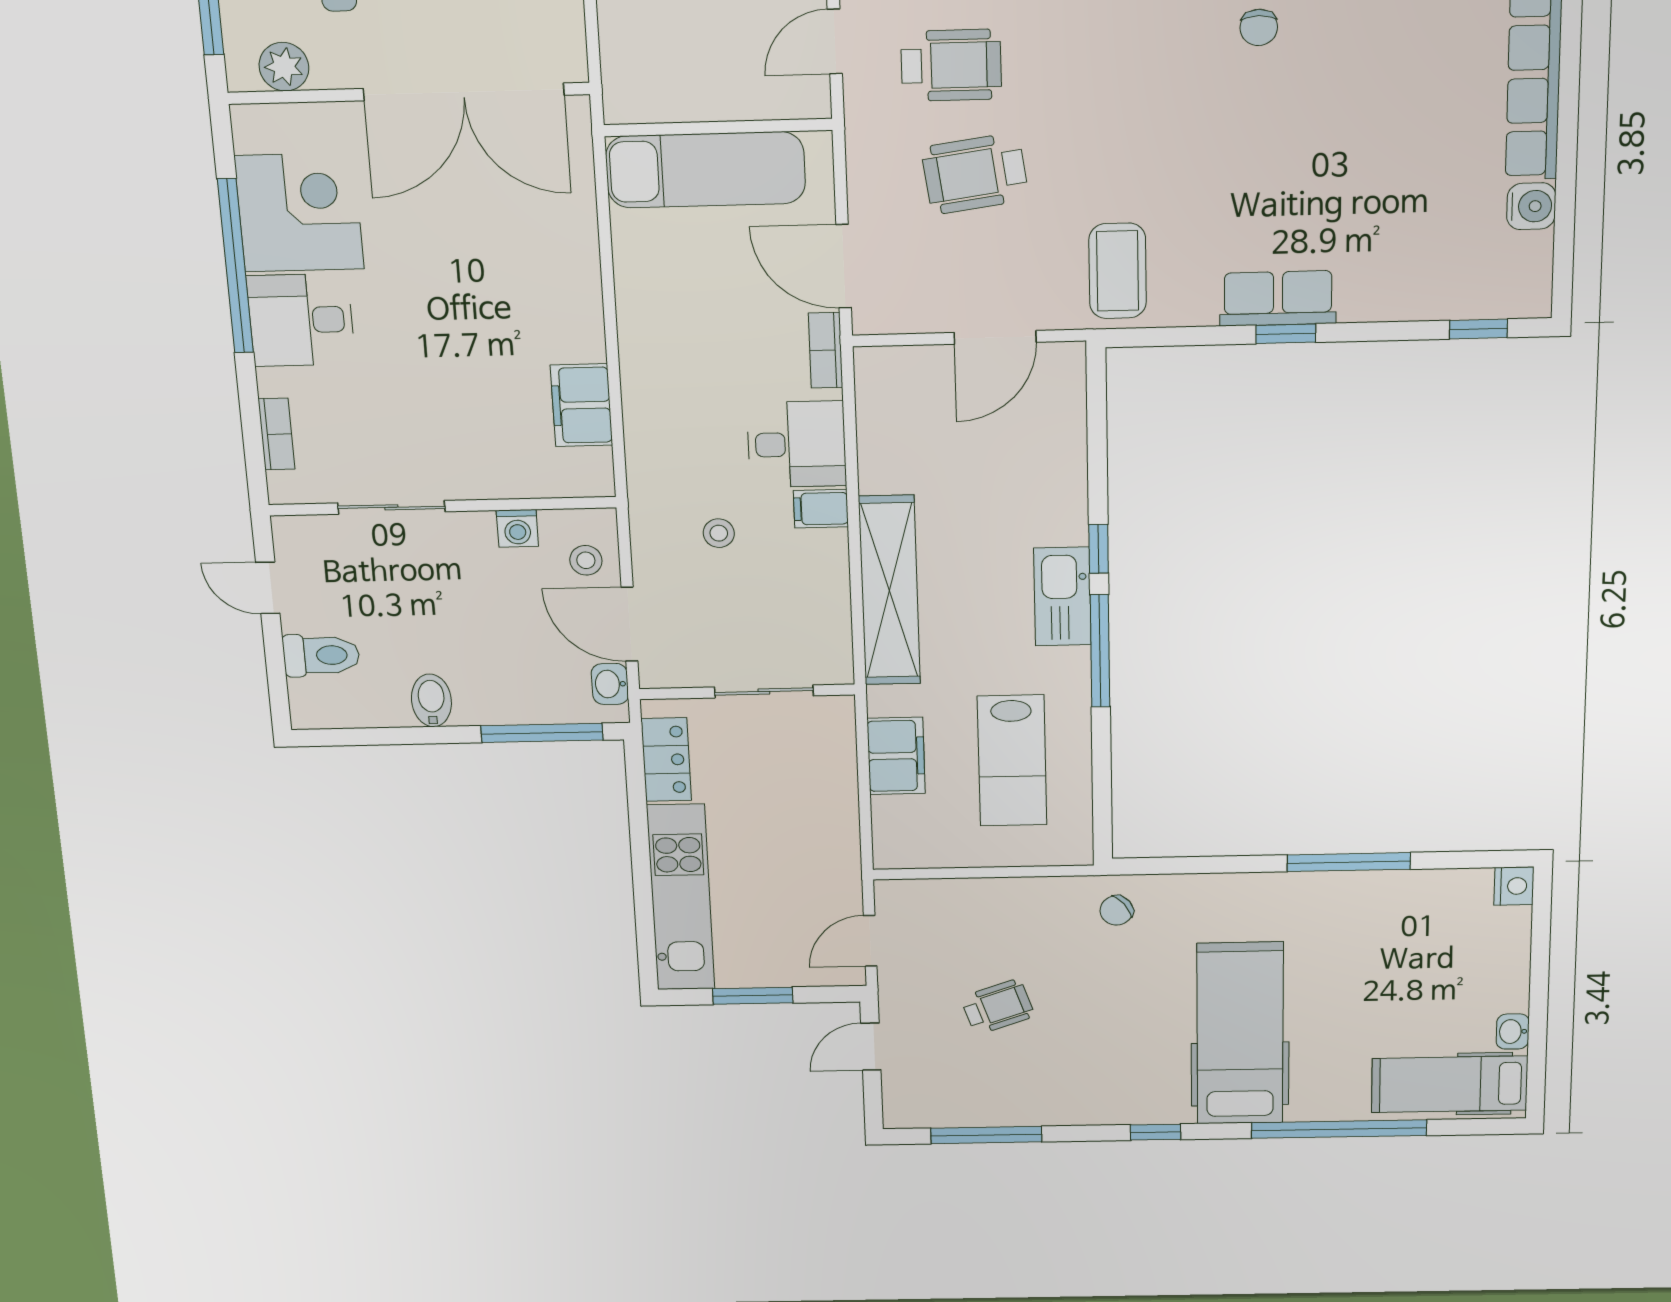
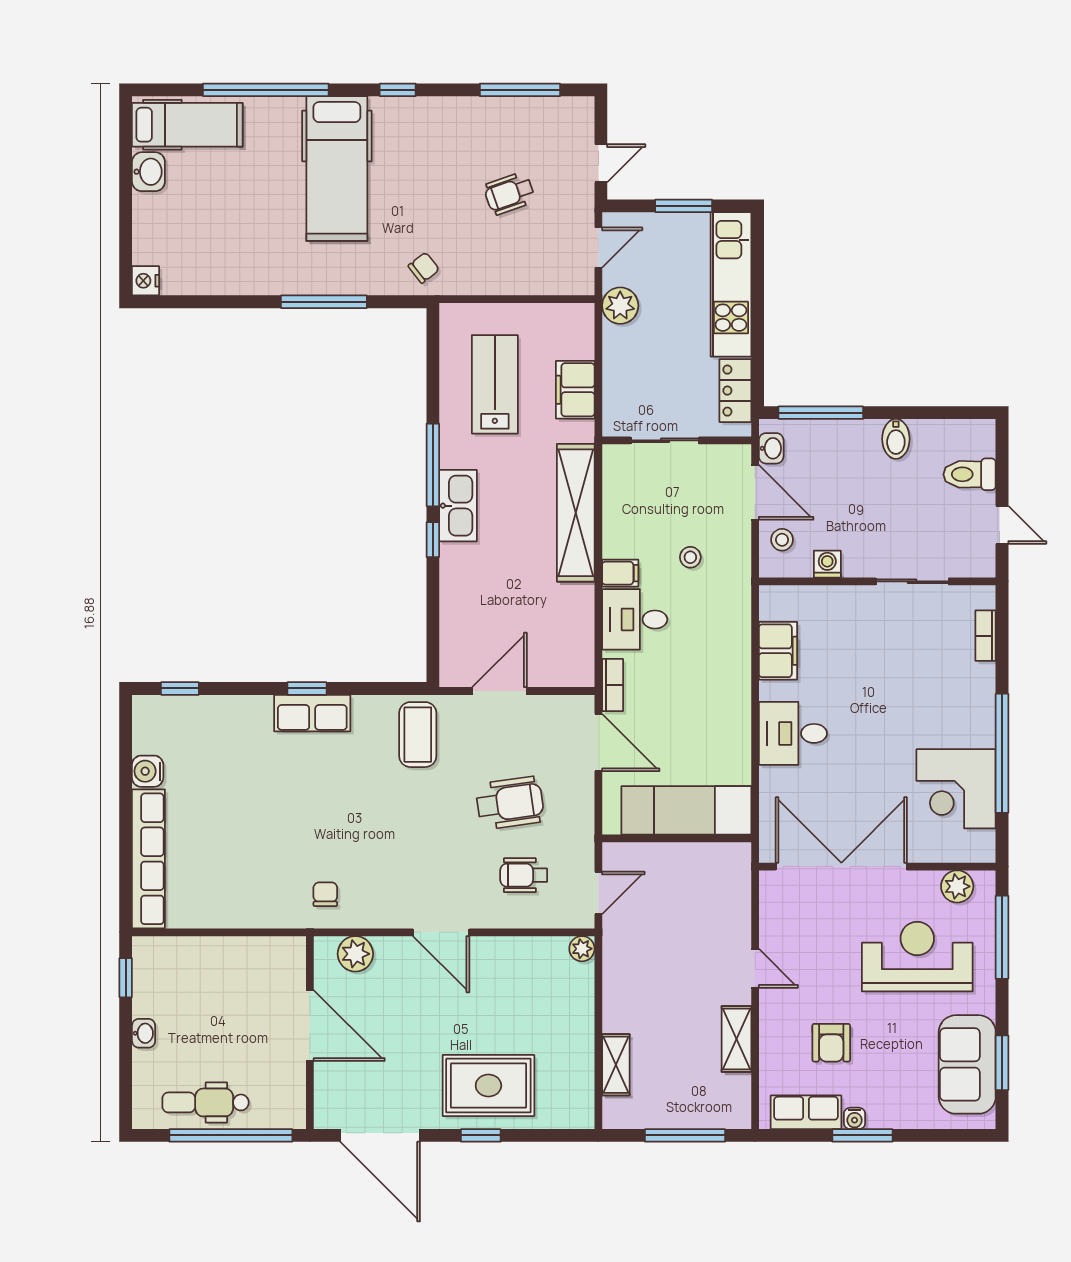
wheelchair: (951, 65) -> (524, 875), width x0.73, depth x0.73
desk: (301, 320) -> (793, 733), moved, turned 180
window: (1349, 862) -> (324, 302), moved
plant: (836, 867) -> (620, 306), added
washbasin: (1513, 1032) -> (148, 172), width x1.38, depth x1.45

